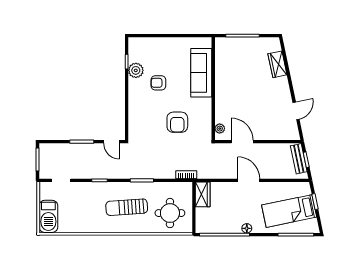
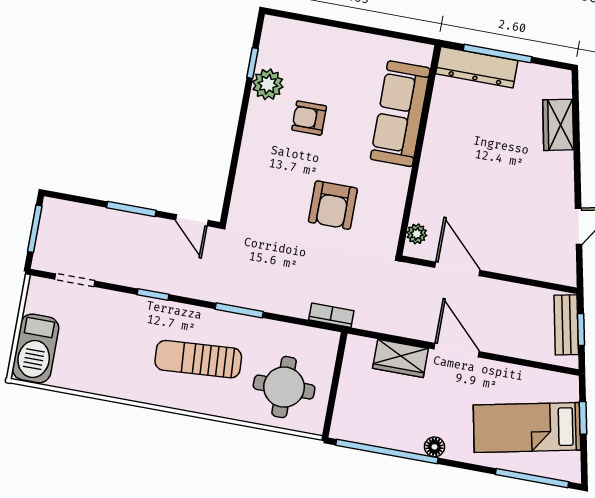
dresser: (234, 44) -> (477, 67), added
wardrobe: (203, 194) -> (400, 358), moved, turned 90

